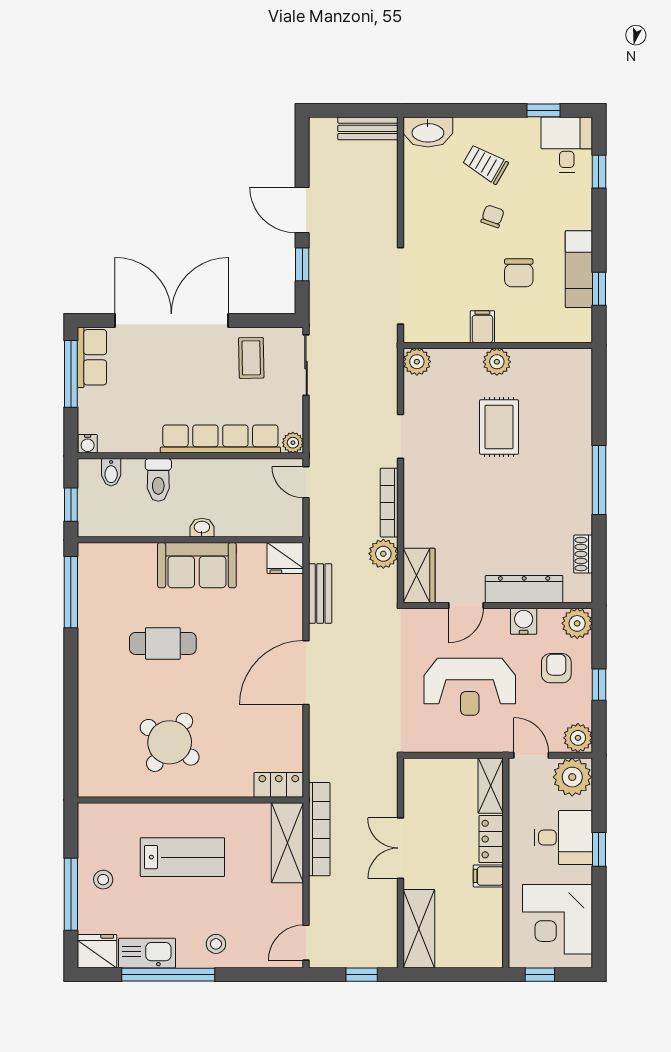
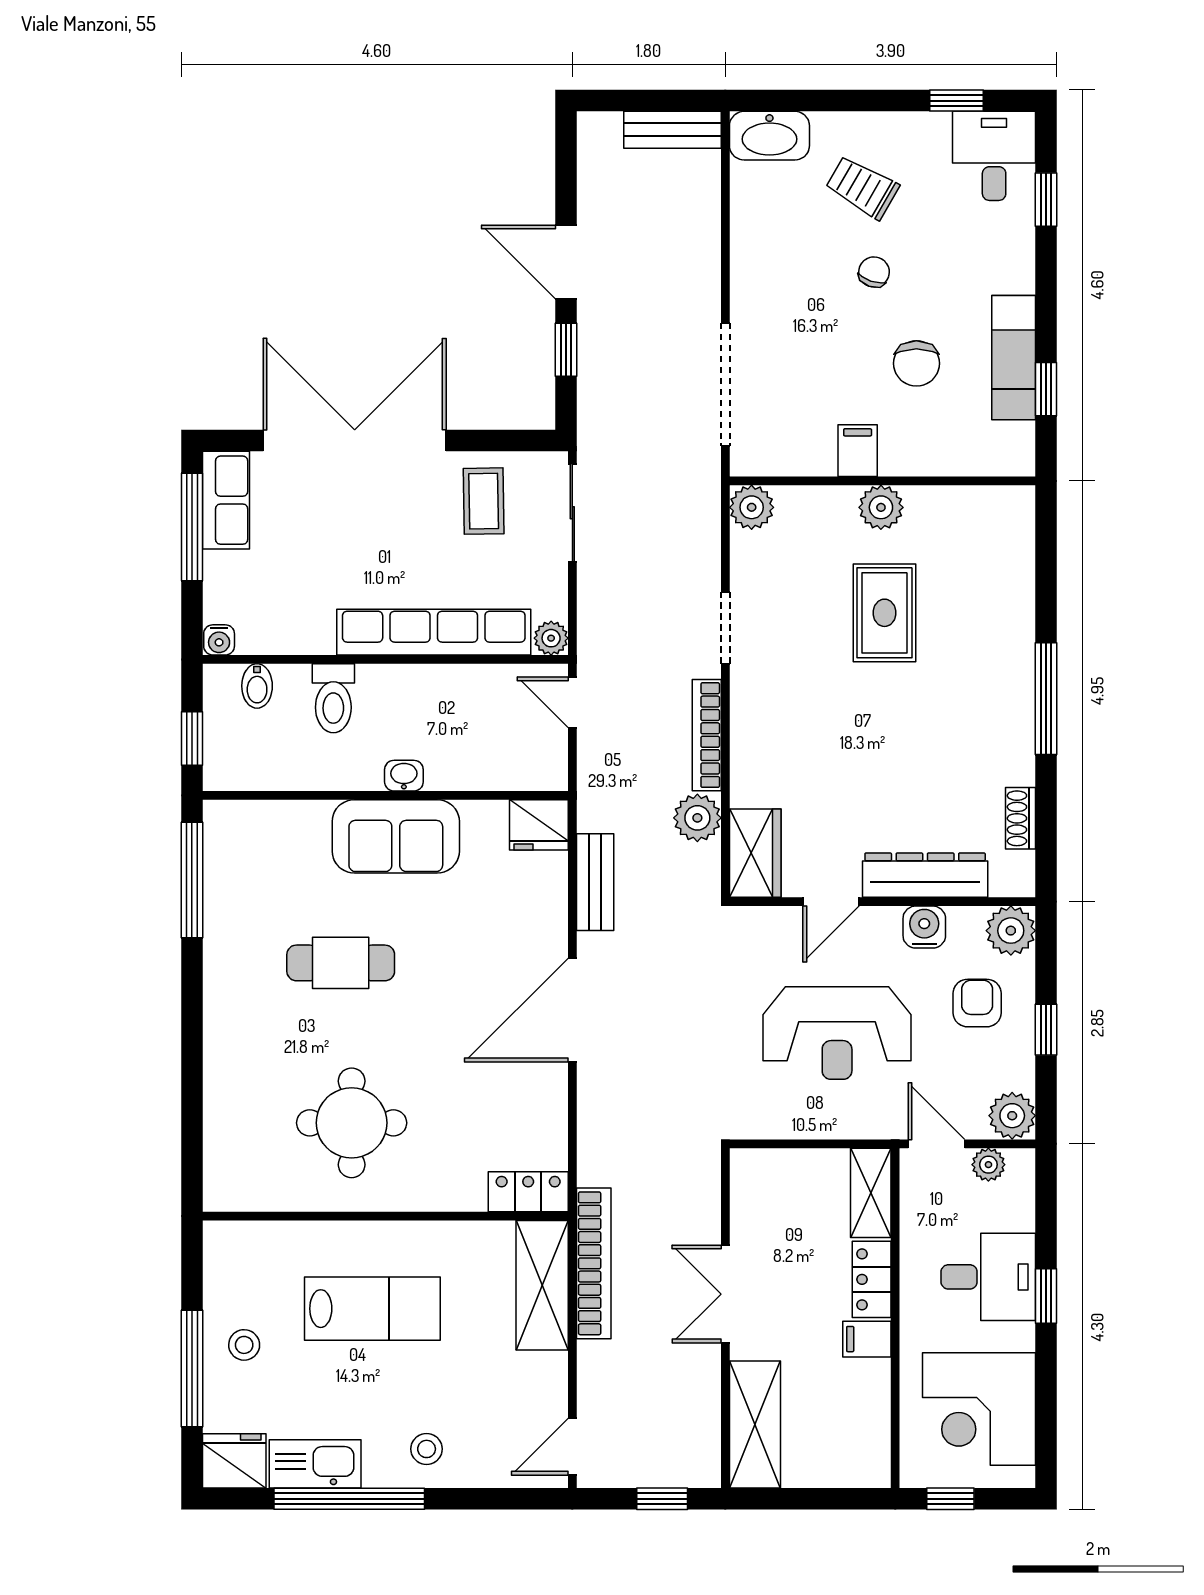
round table: (170, 742) -> (352, 1123), turned -35
plant: (572, 777) -> (988, 1165), width x0.53, depth x0.53

